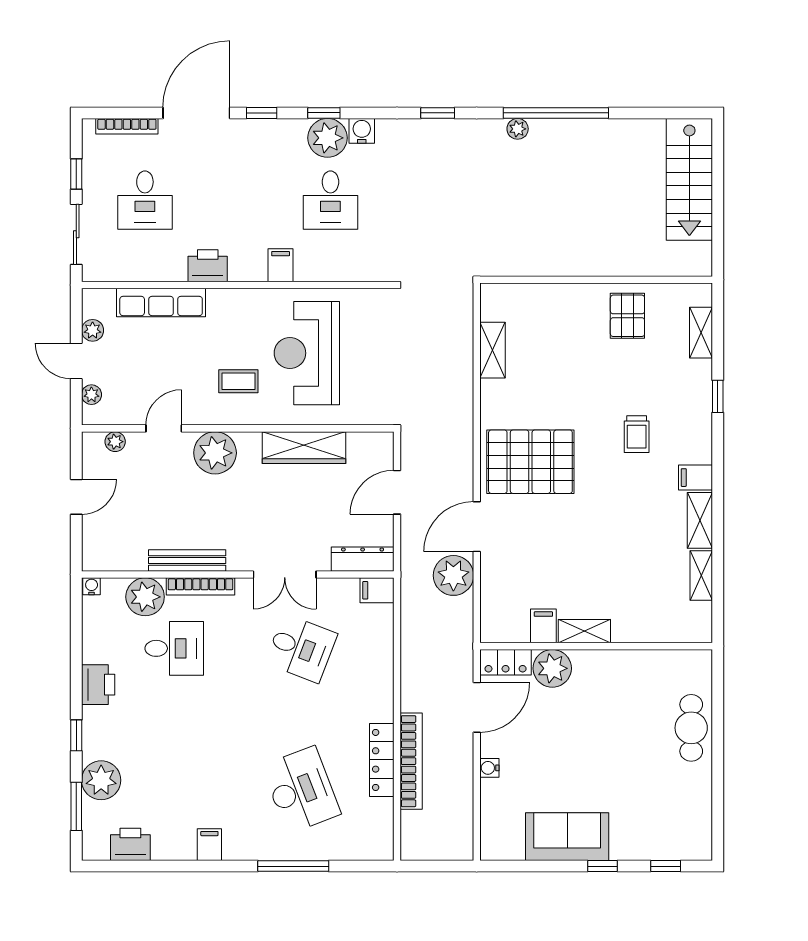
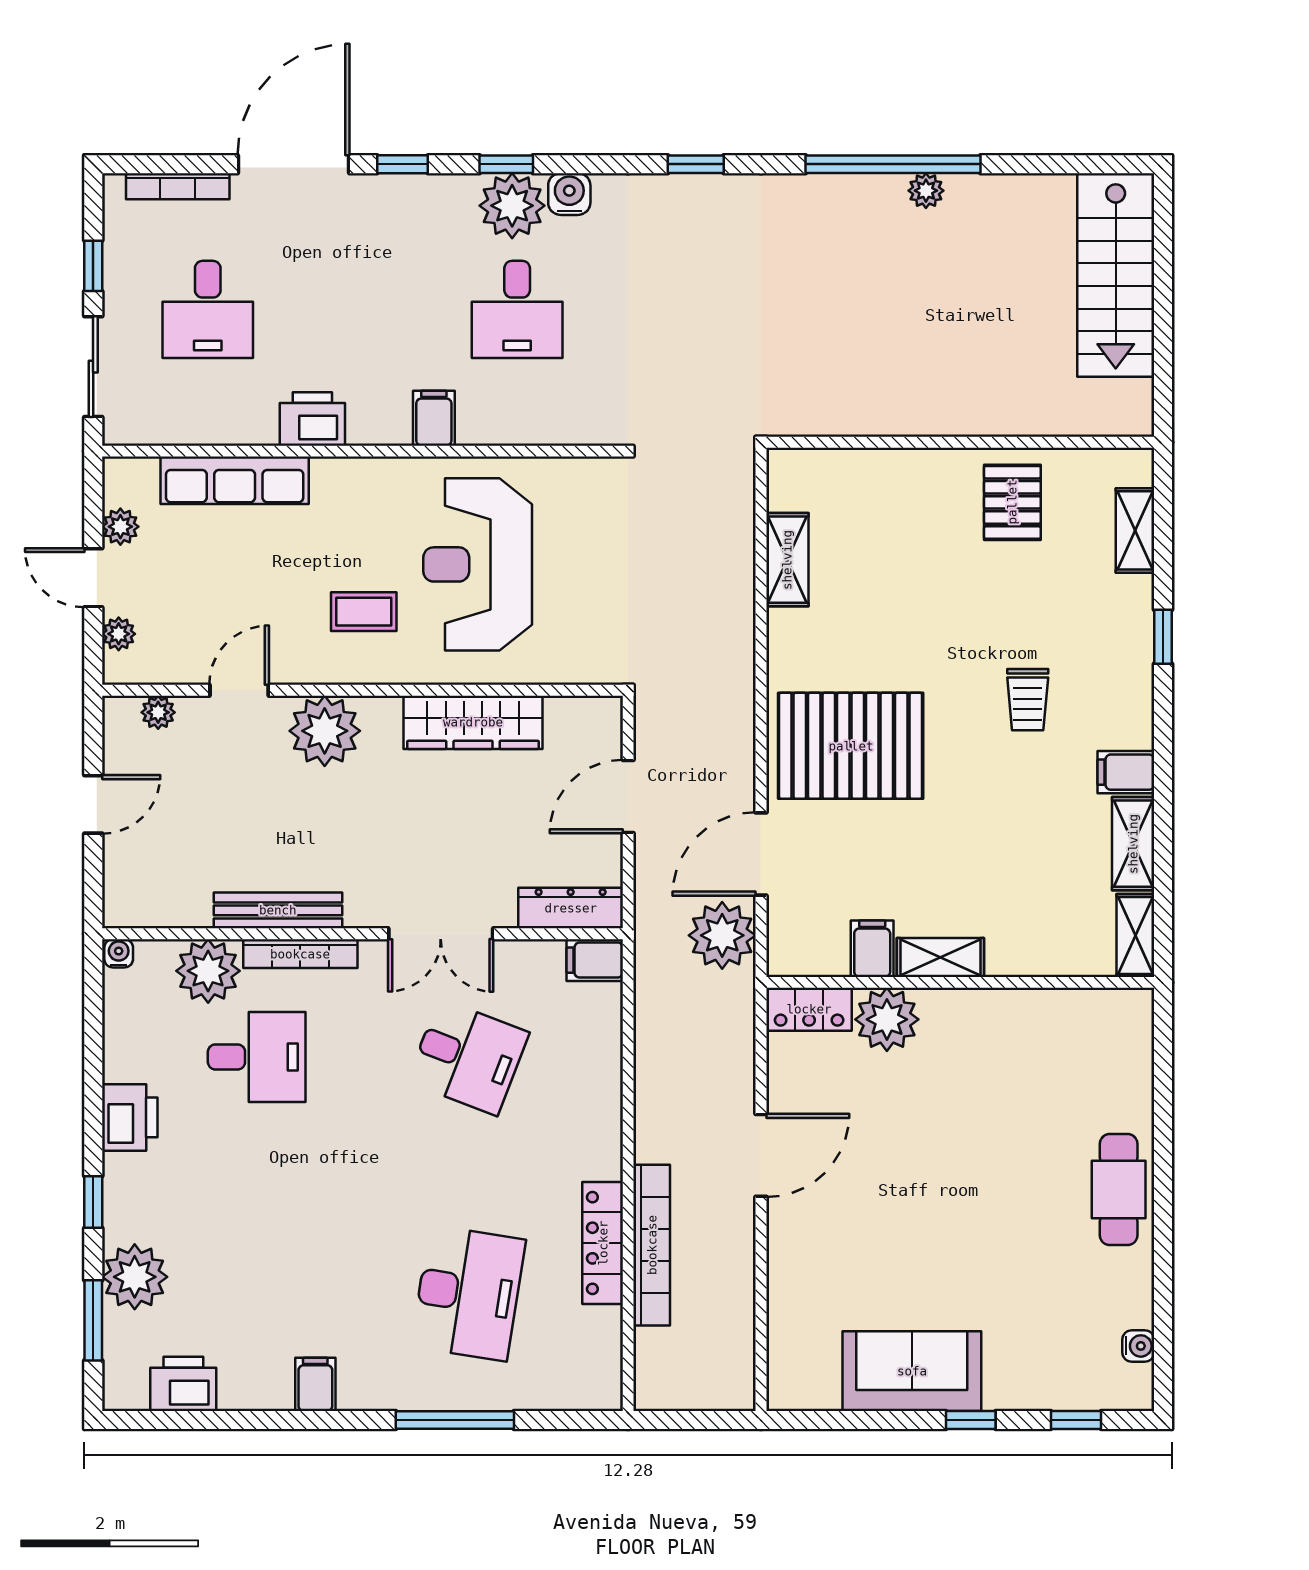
plant: (518, 129) -> (926, 191), moved
filing cabinet: (543, 626) -> (872, 949), moved
shelving: (584, 631) -> (940, 958), moved
wall: (596, 646) -> (960, 982), moved
locker: (506, 662) -> (809, 1009), moved
plant: (552, 668) -> (887, 1019), moved
water cooler: (489, 768) -> (1138, 1346), moved, turned 180
desk: (301, 790) -> (468, 1293), turned 30

